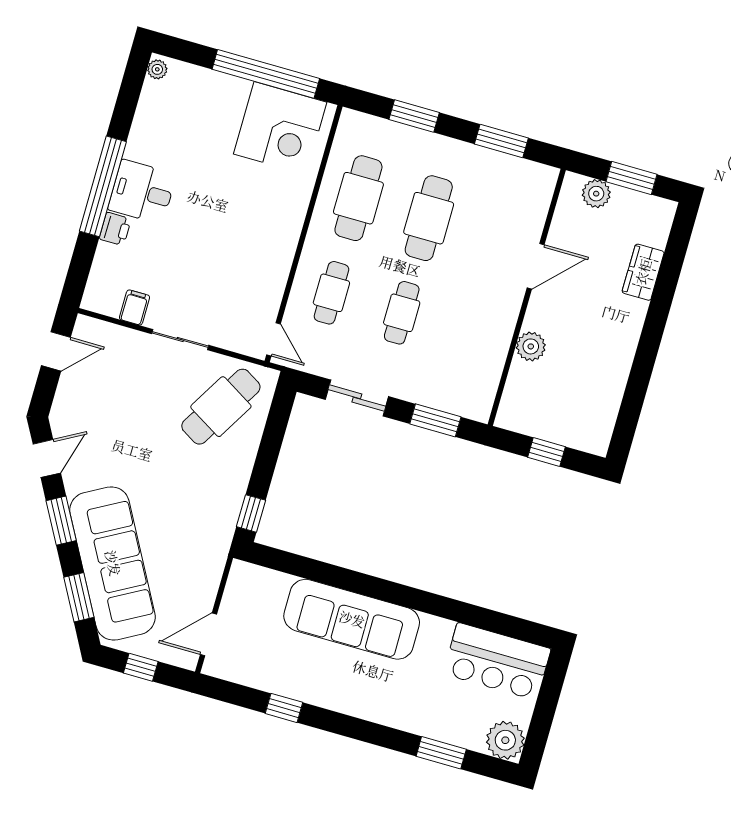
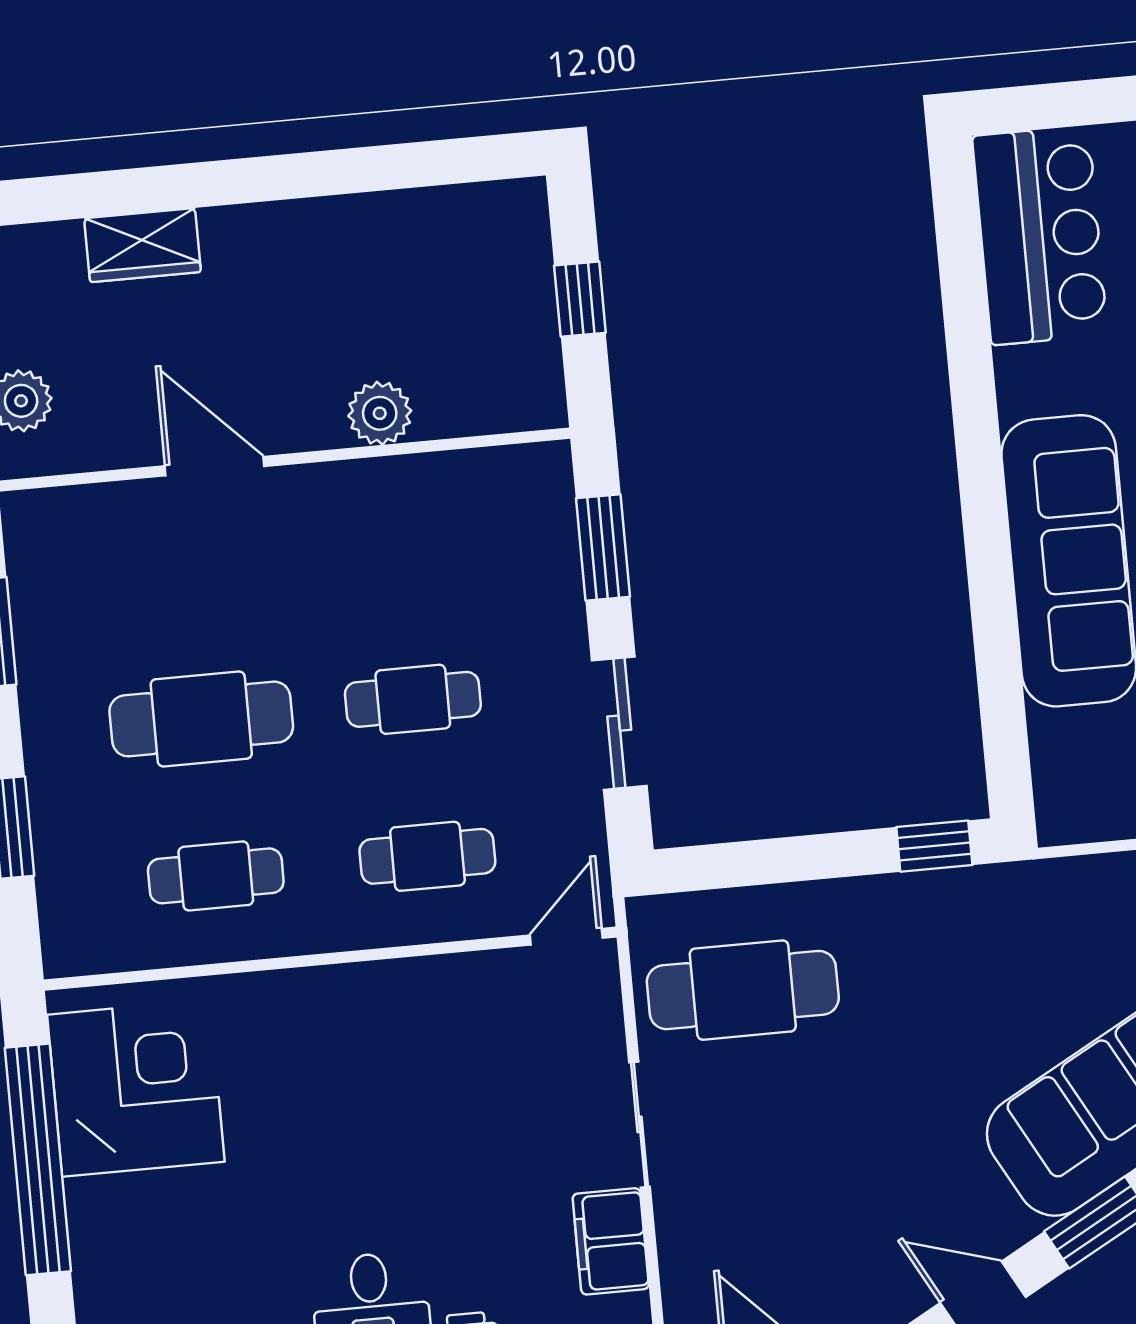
cafe table: (358, 198) -> (216, 876), width x0.73, depth x0.74
filing cabinet: (134, 307) -> (611, 1241), width x2.00
cafe table: (221, 407) -> (743, 990), turned -31

